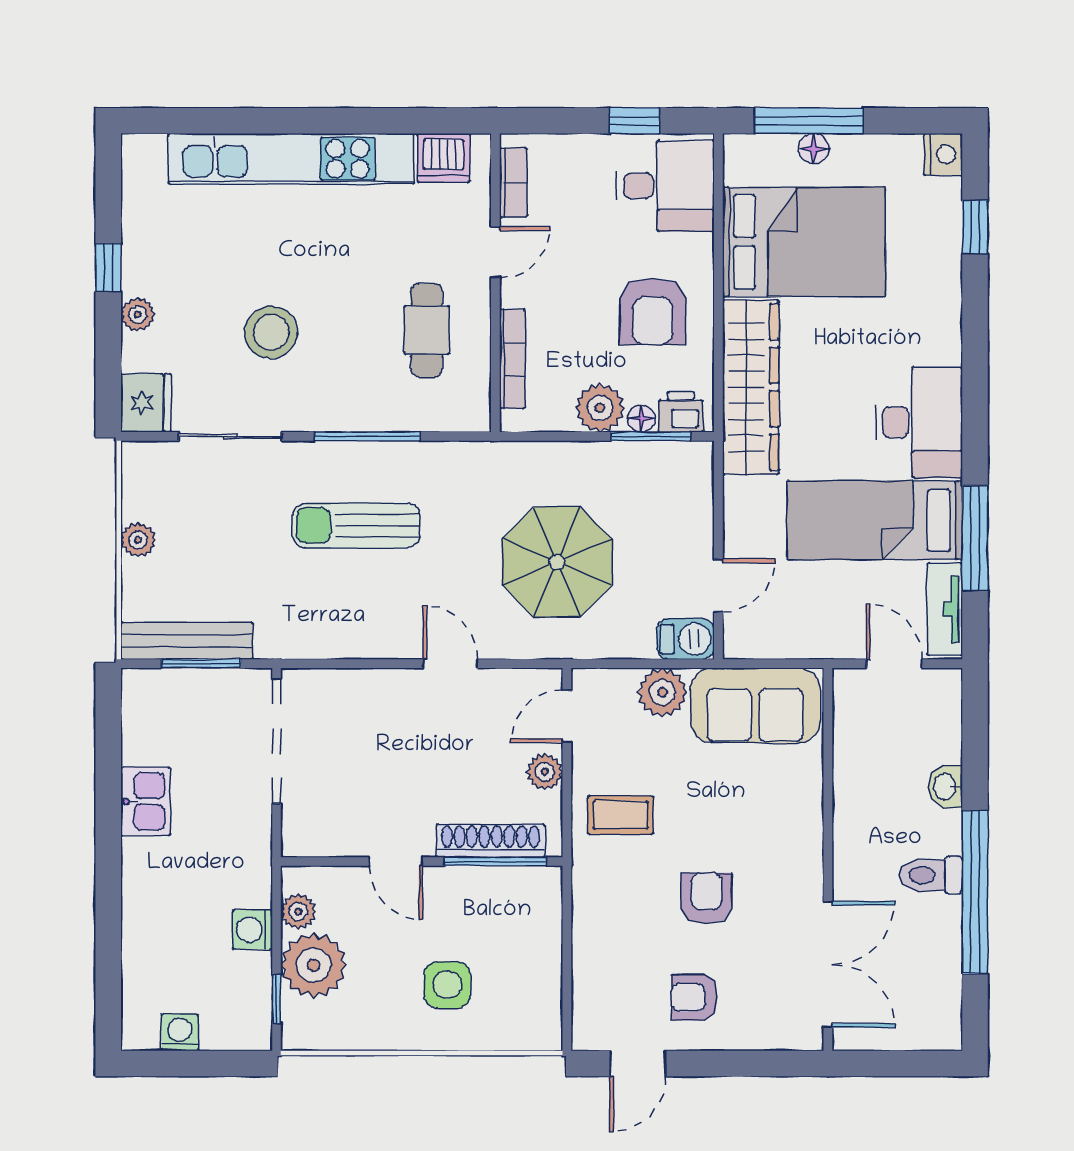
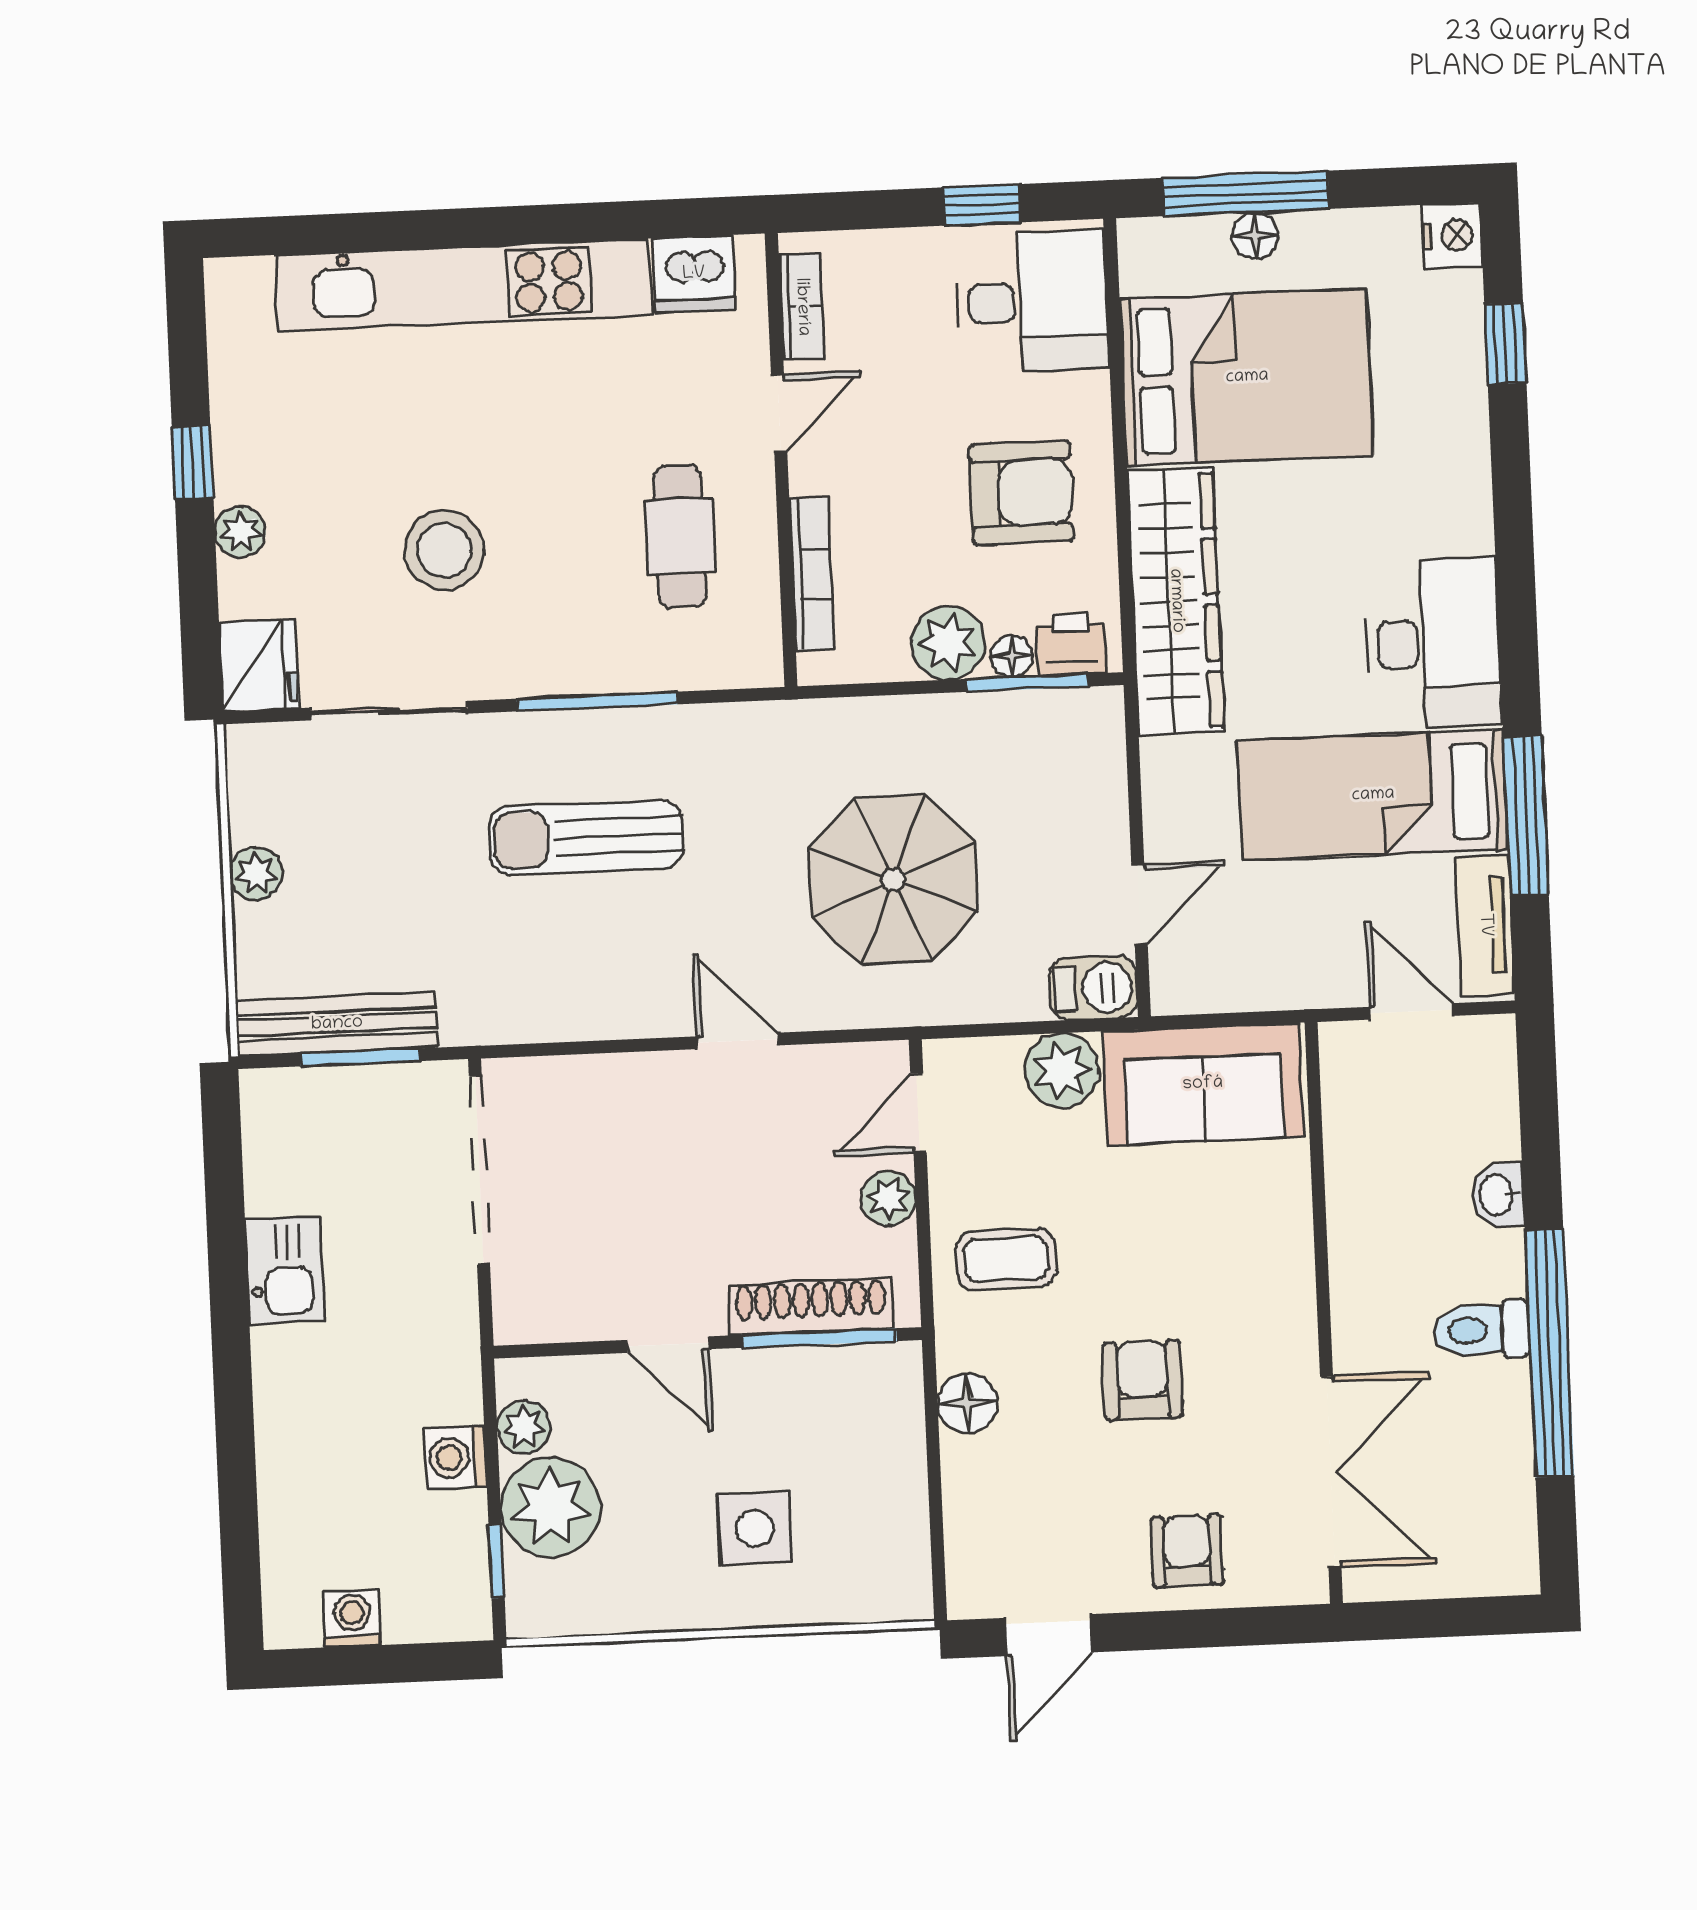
armchair: (653, 311) -> (1022, 493), turned -90
floor lamp: (591, 909) -> (967, 1403), added
armchair: (695, 997) -> (1187, 1551), moved, turned 90

